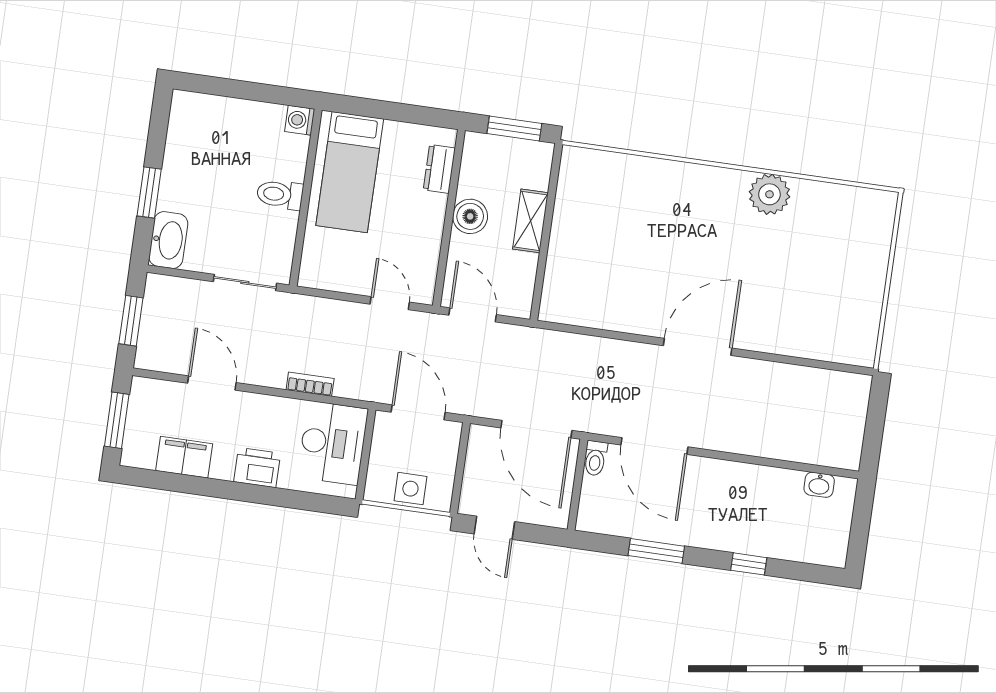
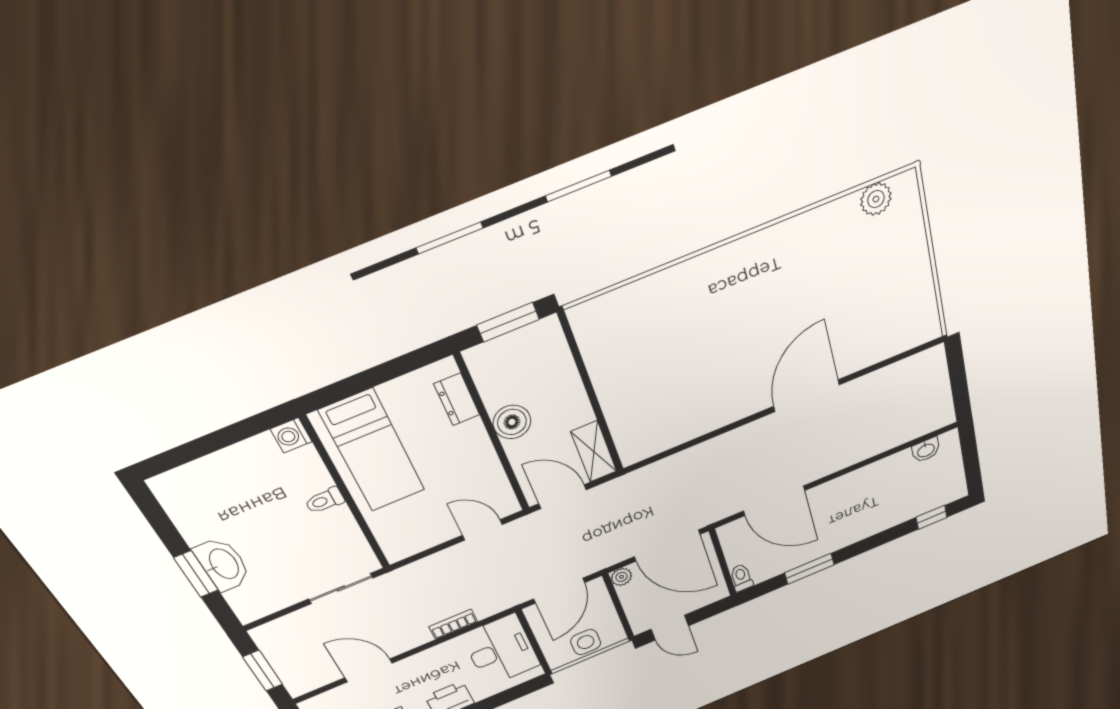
plant: (769, 194) -> (876, 199), moved, width x0.73, depth x0.73
toilet: (280, 195) -> (325, 500), width x0.73, depth x0.72
shelving: (530, 221) -> (594, 451), moved
washbasin: (168, 240) -> (223, 564), moved
door: (698, 347) -> (807, 396), moved
door: (418, 412) -> (559, 591), swing flipped
plant: (479, 436) -> (621, 577), added
toilet: (595, 458) -> (741, 578), moved, turned 180
window: (749, 564) -> (932, 517), moved

